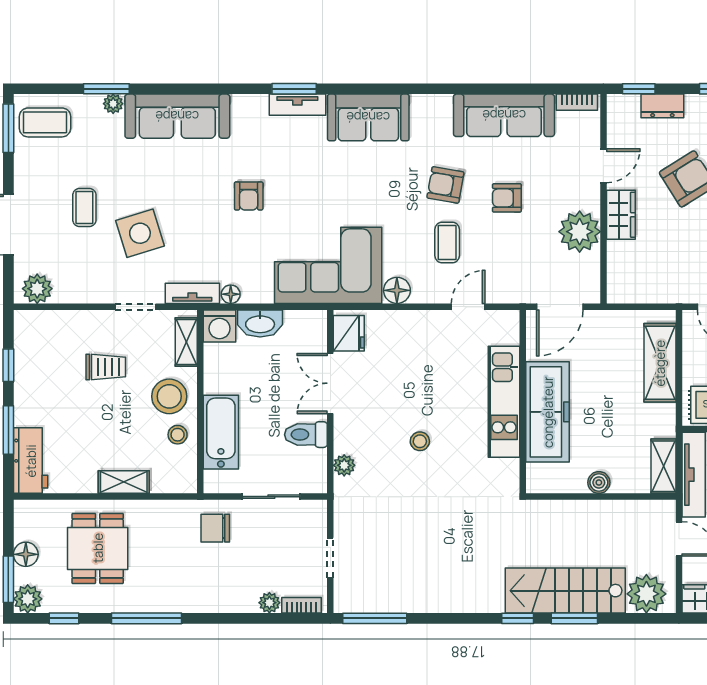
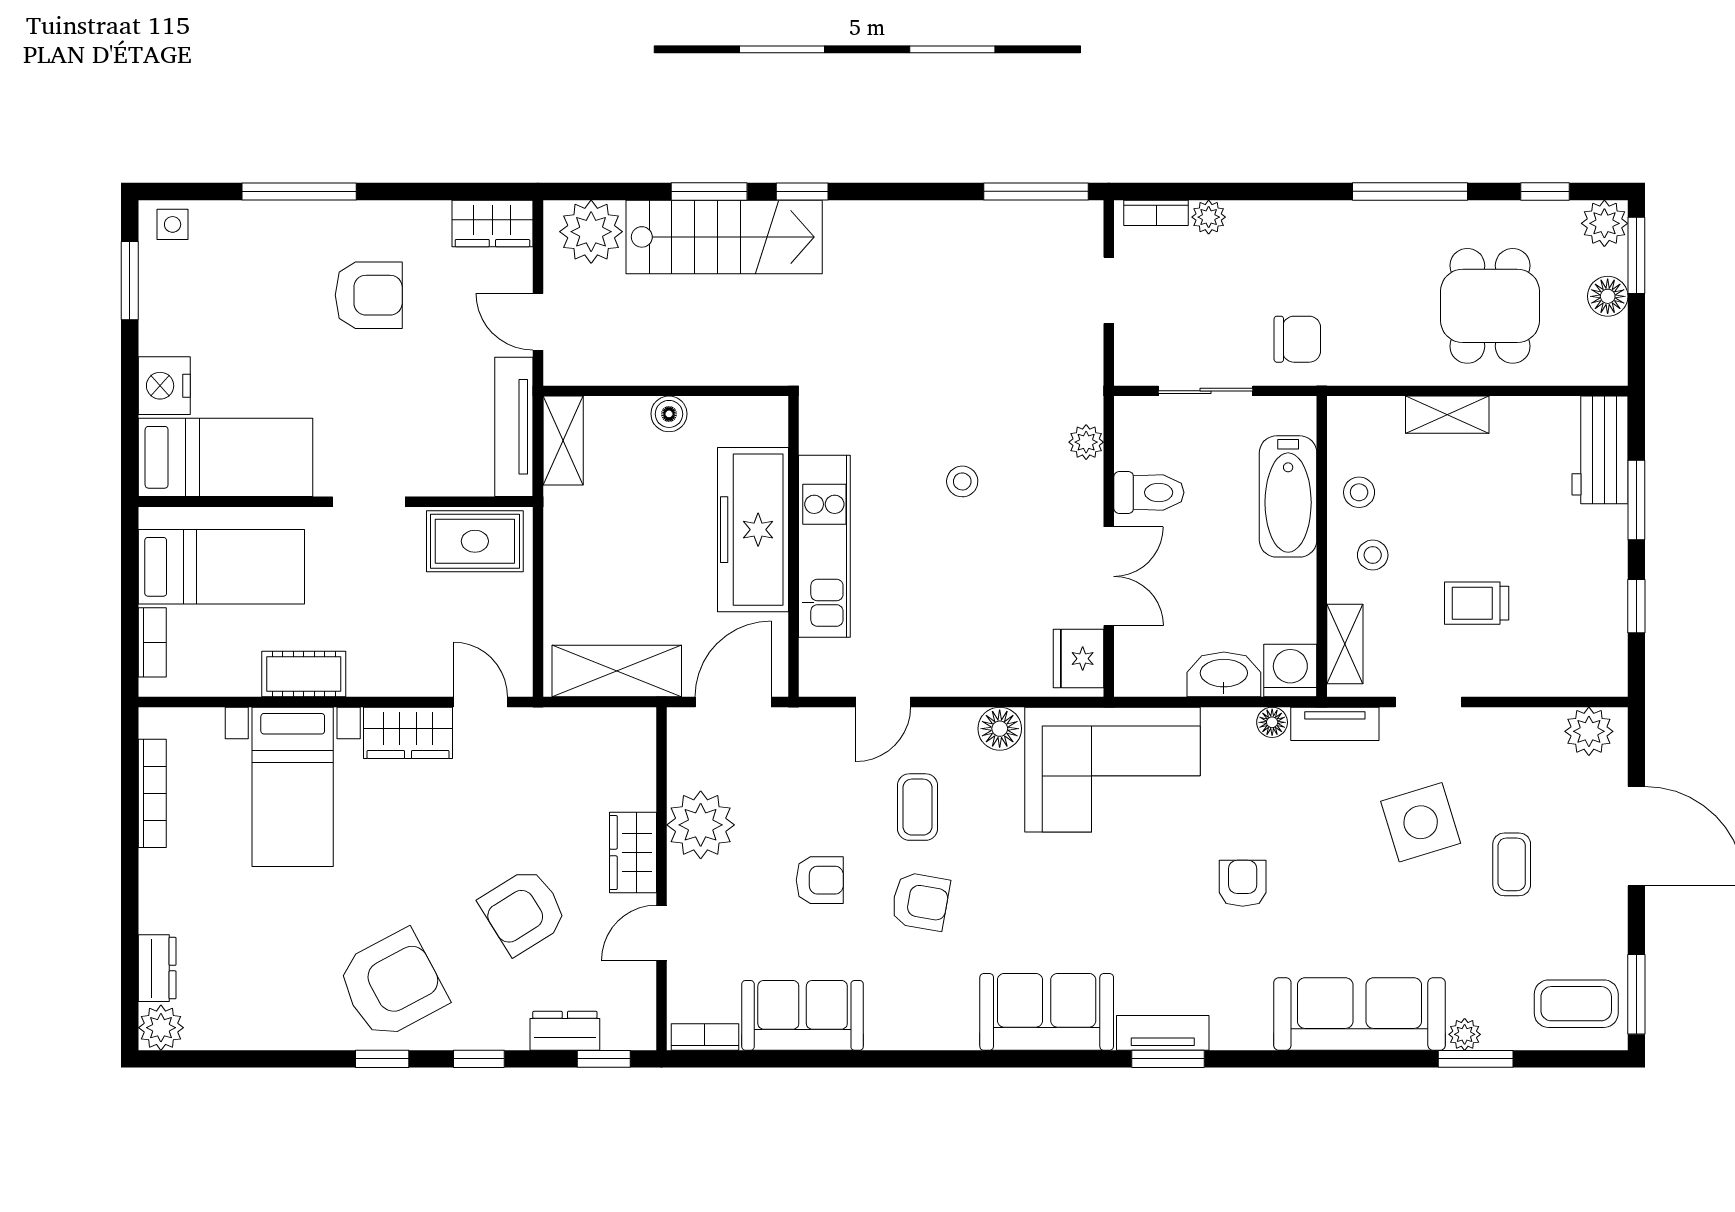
sofa: (504, 115) -> (803, 1015), width x0.73
shelving: (660, 363) -> (617, 671), moved, turned 90
stool: (169, 396) -> (1373, 555), width x0.53, depth x0.53

